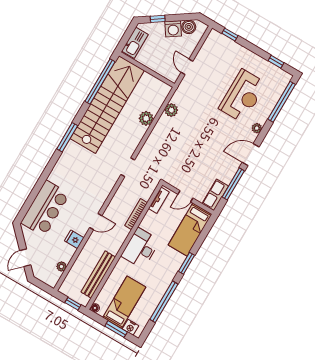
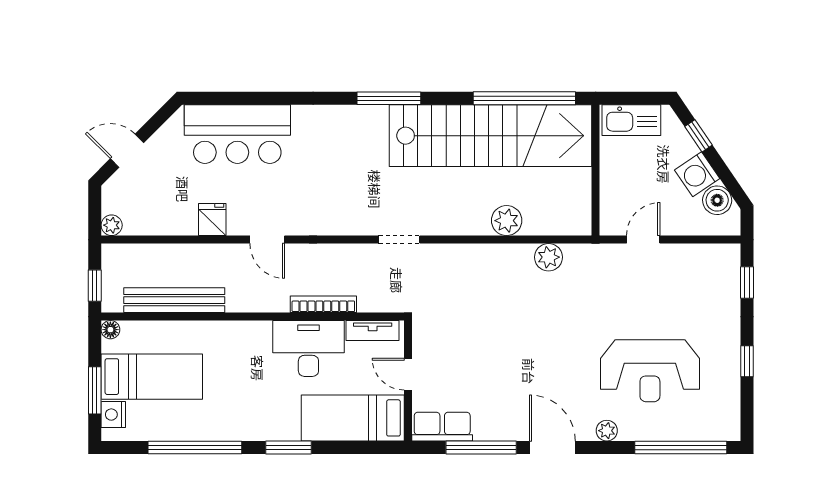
window: (276, 62) -> (747, 361), moved
desk: (141, 248) -> (308, 348), moved
plant: (61, 266) -> (112, 225), moved

